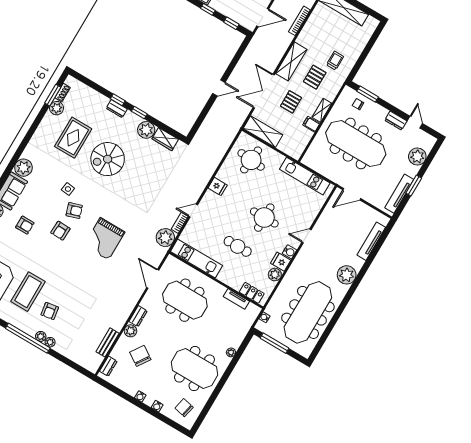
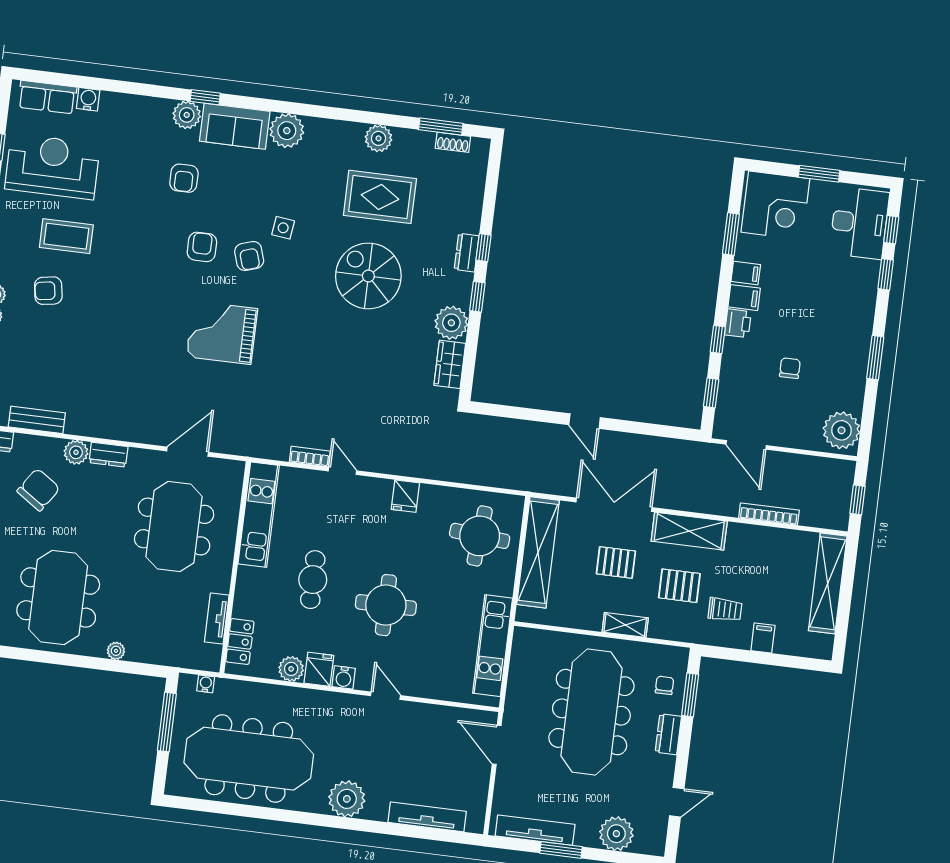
plant: (57, 108) -> (379, 138), moved
dresser: (396, 121) -> (668, 734), moved
filing cabinet: (311, 124) -> (763, 638), moved
shelving: (263, 132) -> (538, 552), width x1.47
armchair: (60, 231) -> (202, 247), turned 88
plant: (165, 238) -> (272, 442), removed
coffee table: (28, 292) -> (66, 236), width x0.73, depth x0.76

